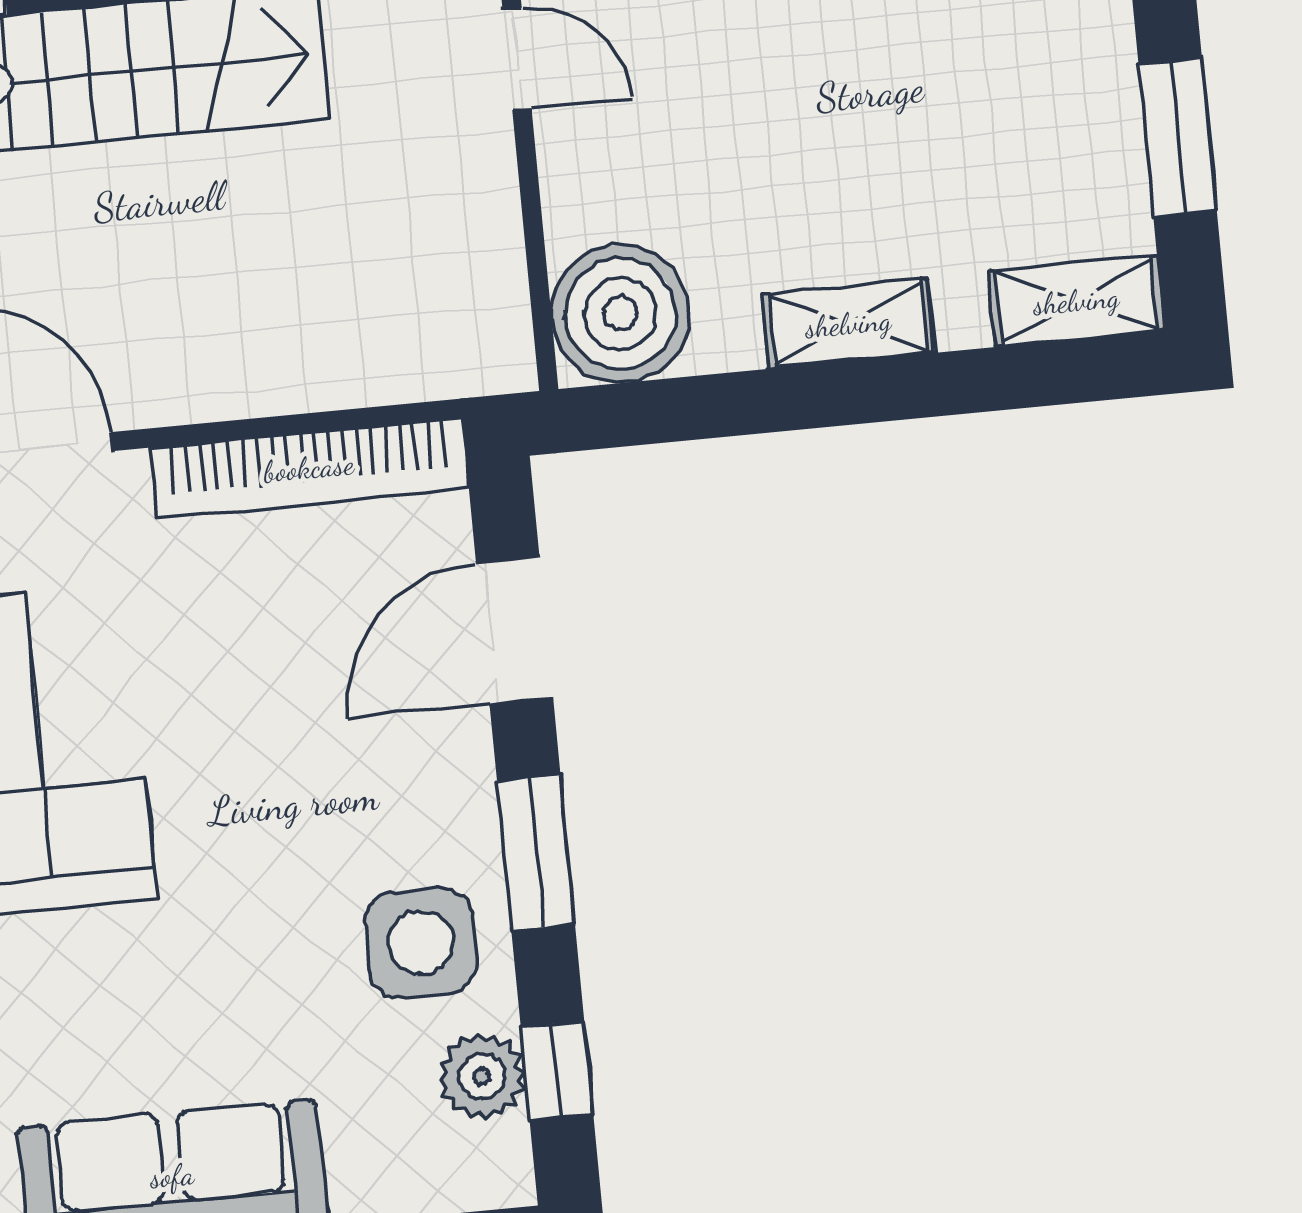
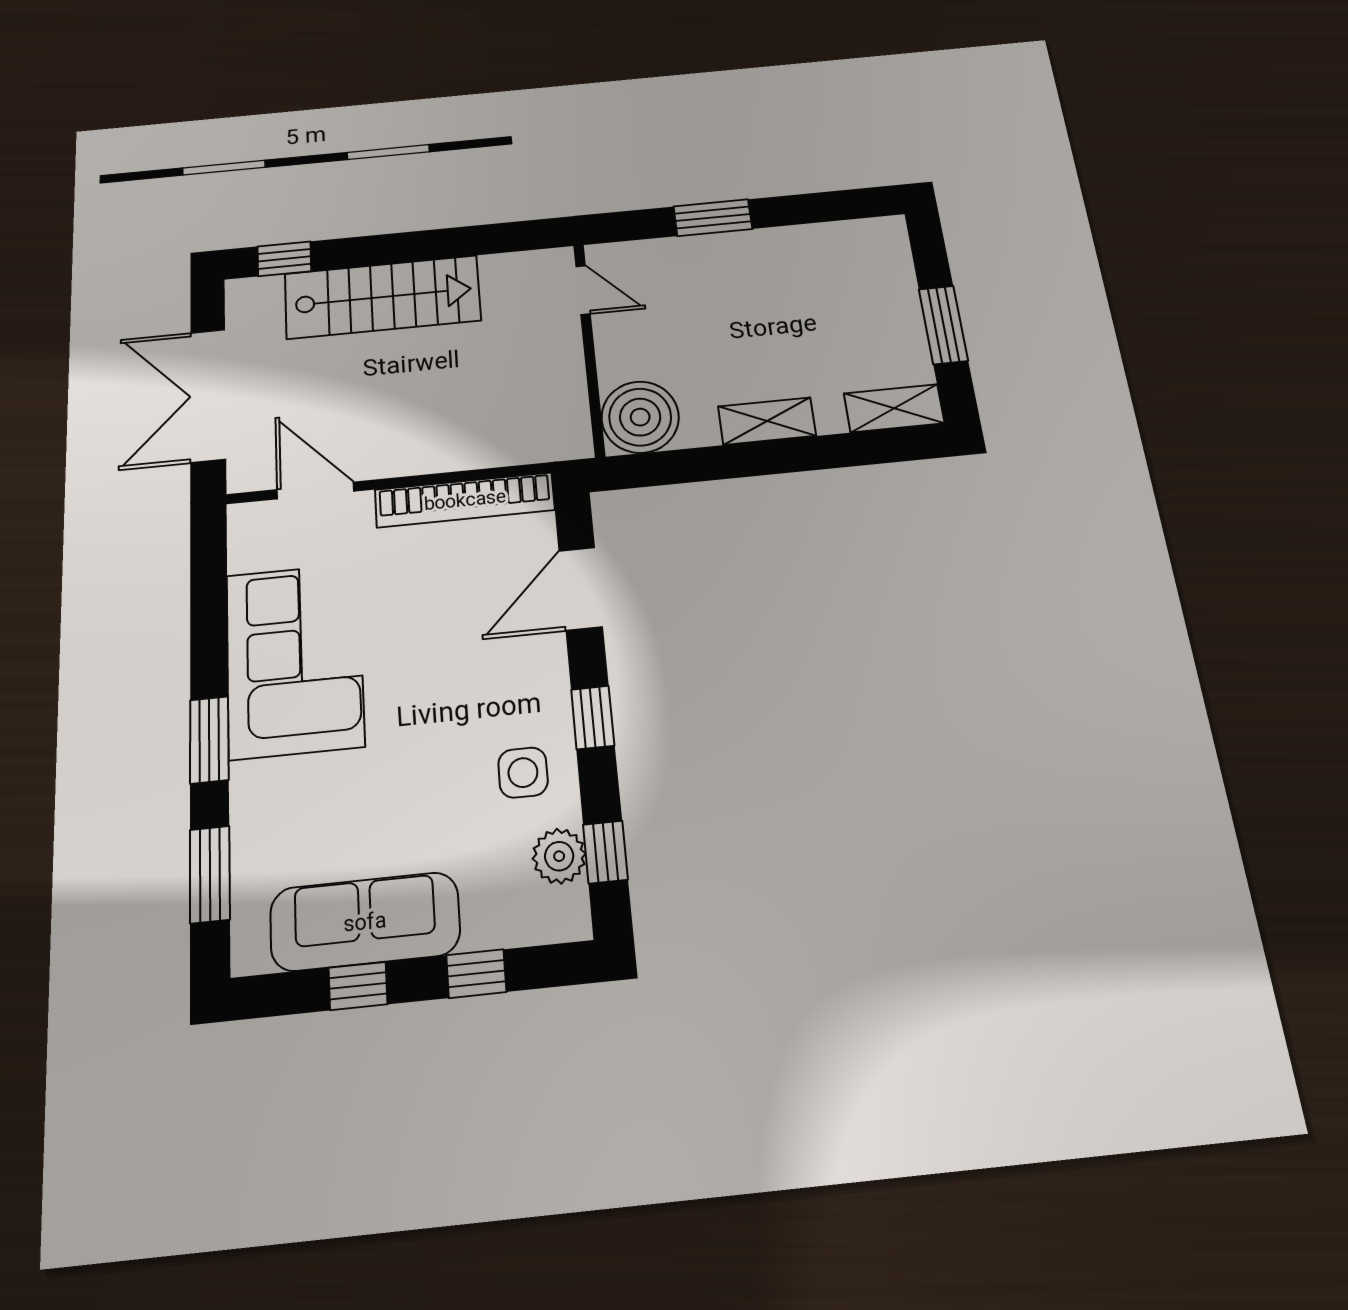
window: (536, 853) -> (593, 717), width x0.67
side table: (421, 943) -> (523, 773), width x0.73, depth x0.73

